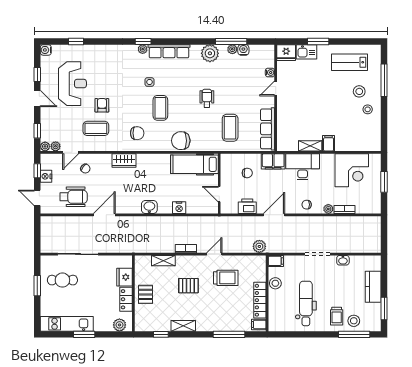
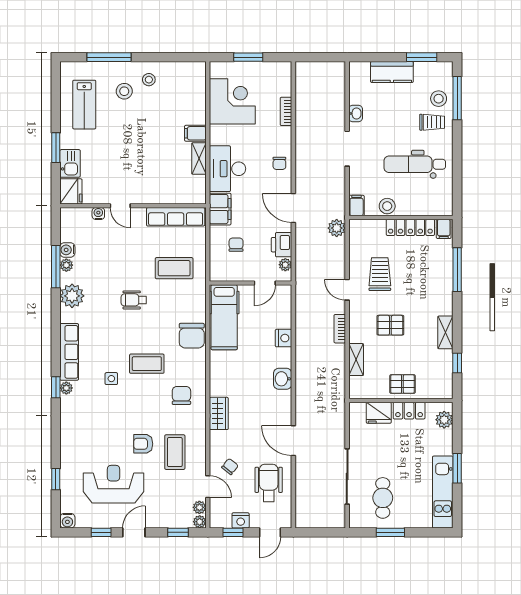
plant: (328, 209) -> (285, 265), moved
pallet: (188, 286) -> (390, 325), turned 90

